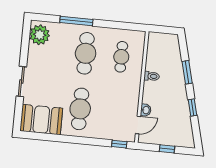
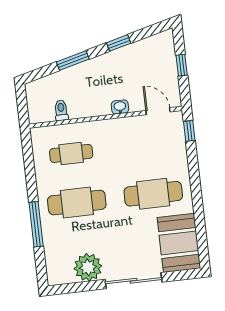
plant: (40, 35) -> (88, 267), moved
toilet: (152, 76) -> (61, 110), moved
sliding door: (21, 82) -> (133, 281), width x1.37
washbasin: (146, 110) -> (120, 107), moved

